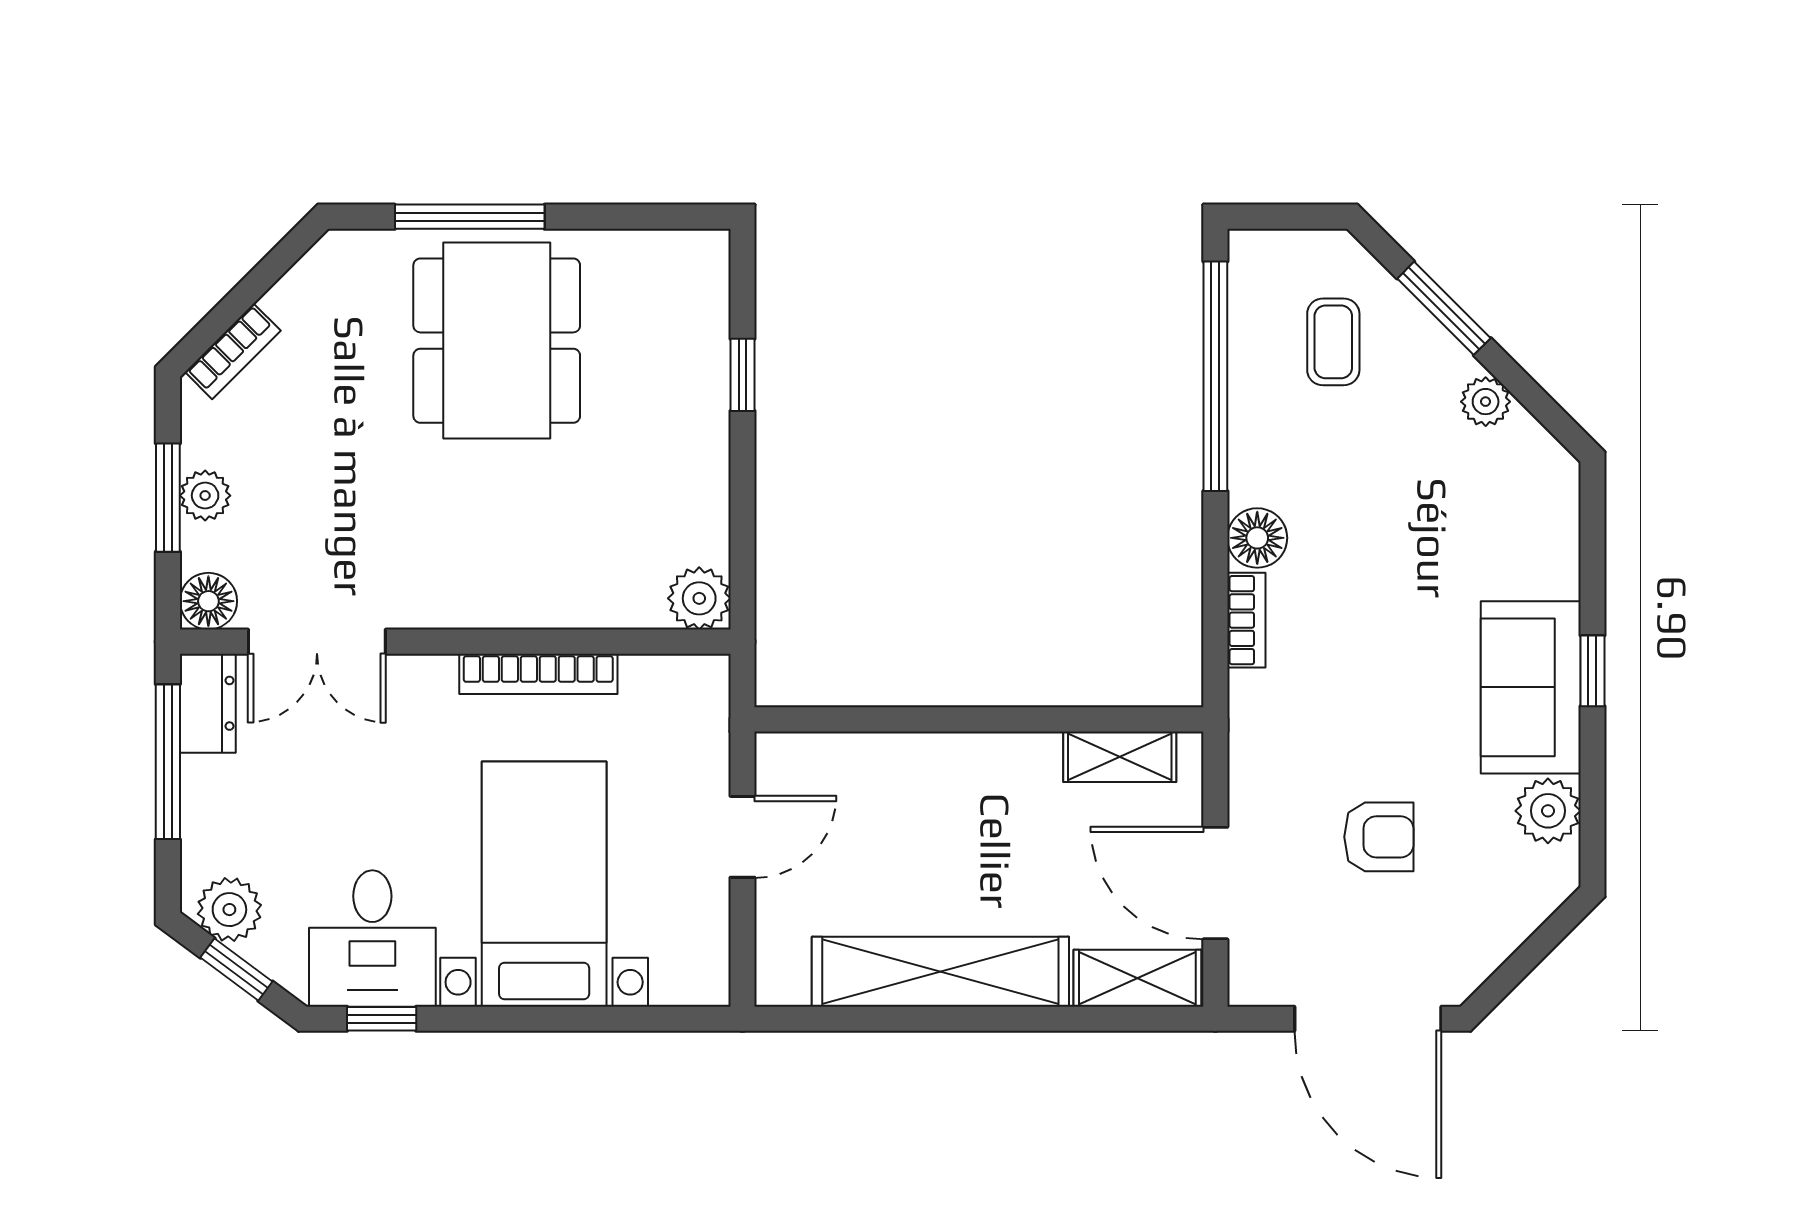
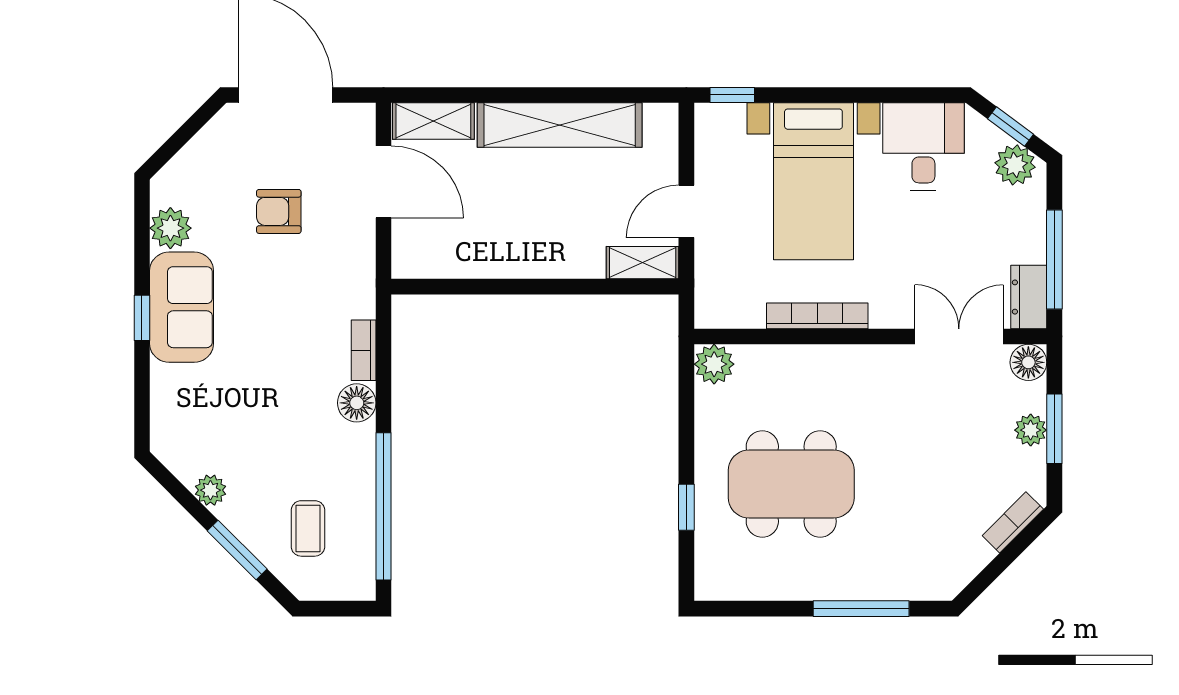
dining table: (497, 341) -> (791, 484), moved, turned 90
shelving: (1120, 757) -> (643, 263), moved
window: (382, 1019) -> (732, 95), moved

